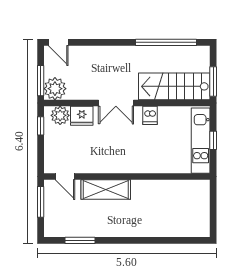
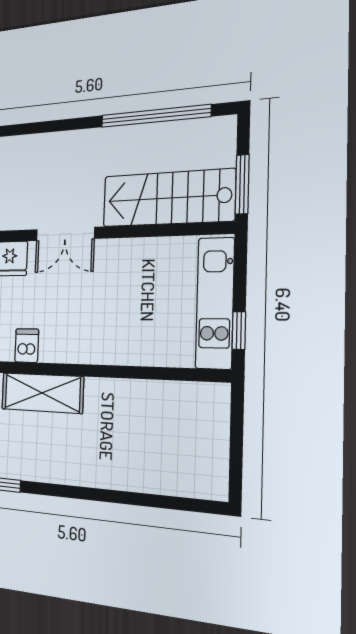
dishwasher: (150, 115) -> (27, 346), moved, turned 180
window: (213, 140) -> (239, 330), moved

